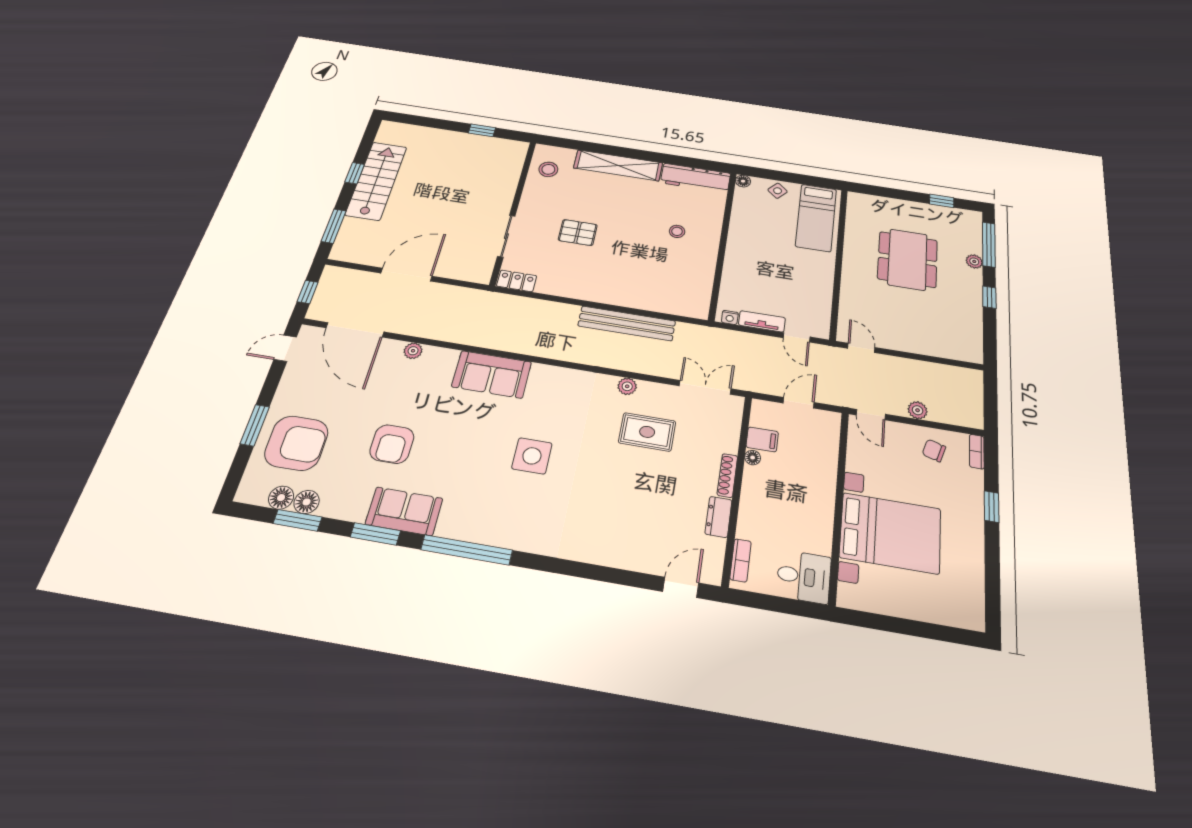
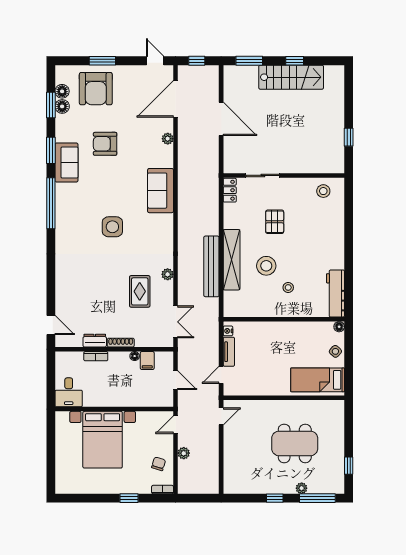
shelving: (618, 165) -> (232, 260), moved
stool: (640, 253) -> (266, 266), added
bookcase: (741, 560) -> (96, 356), moved

